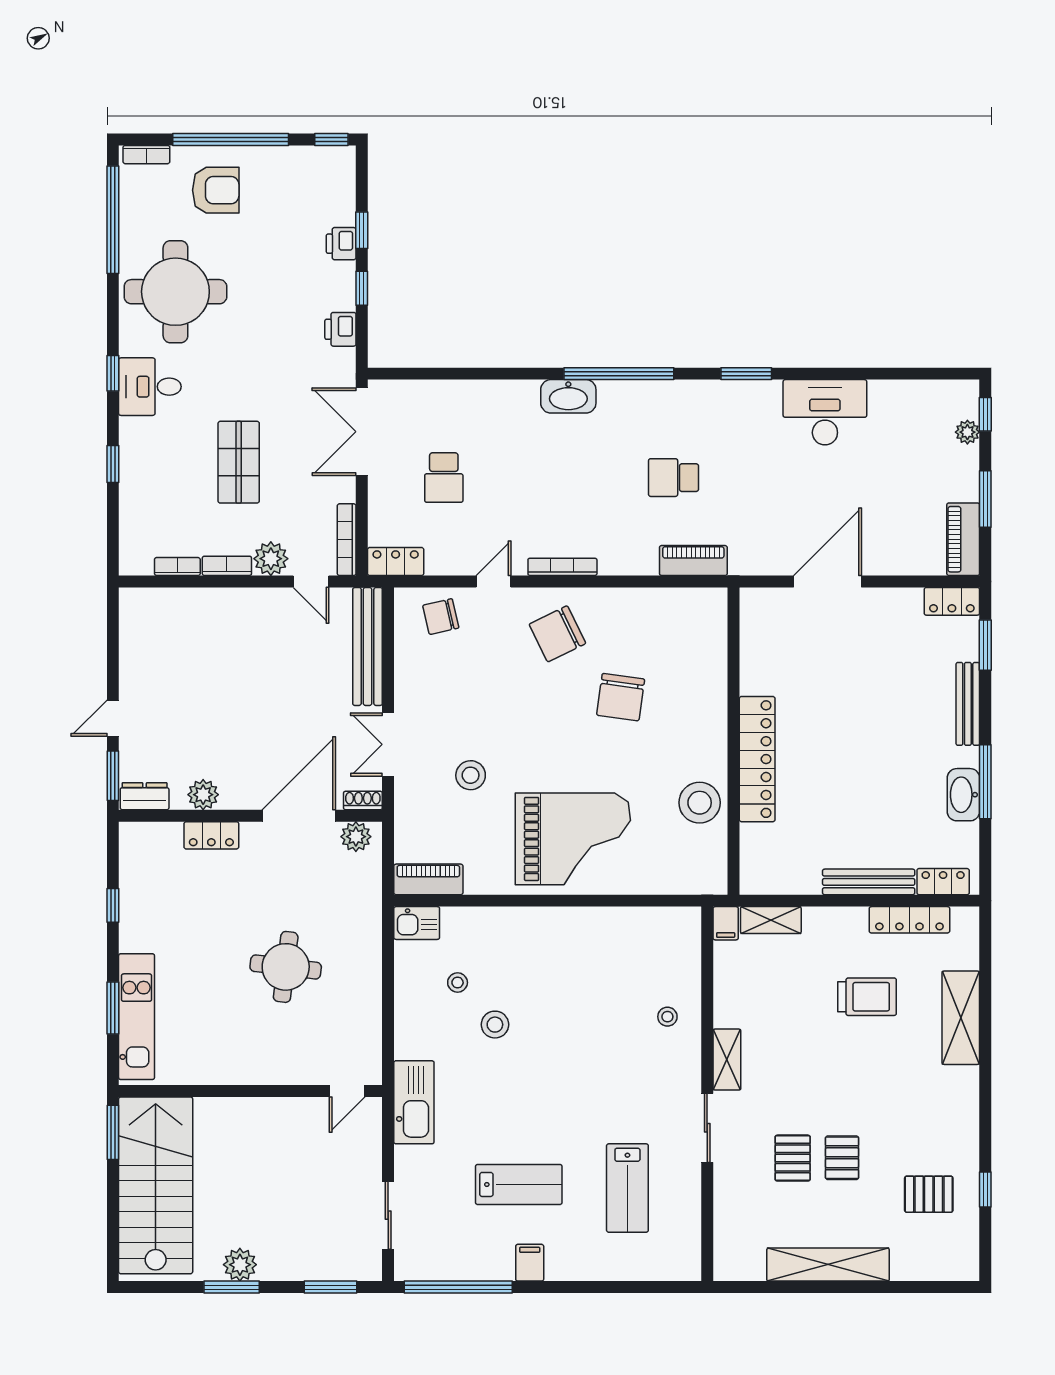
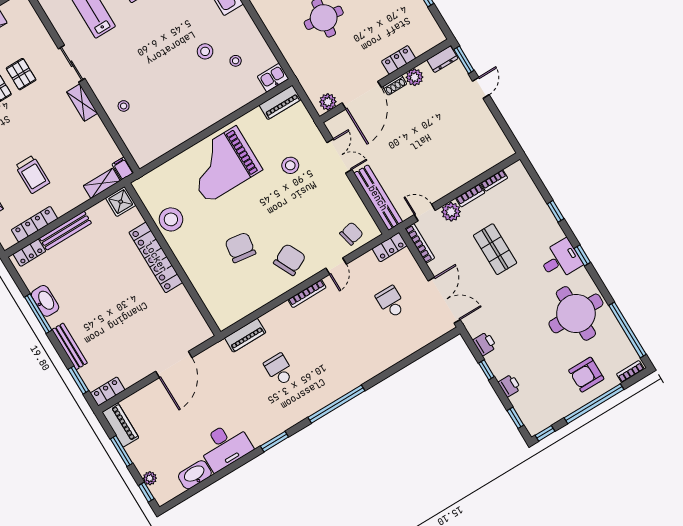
window: (362, 230) -> (515, 418), moved
washbasin: (568, 396) -> (195, 475), moved
school desk: (674, 478) -> (279, 370), turned -90
shoe rack: (363, 800) -> (395, 85), moved
shower: (759, 875) -> (121, 202), added
trolley: (867, 997) -> (32, 174), turned -90

